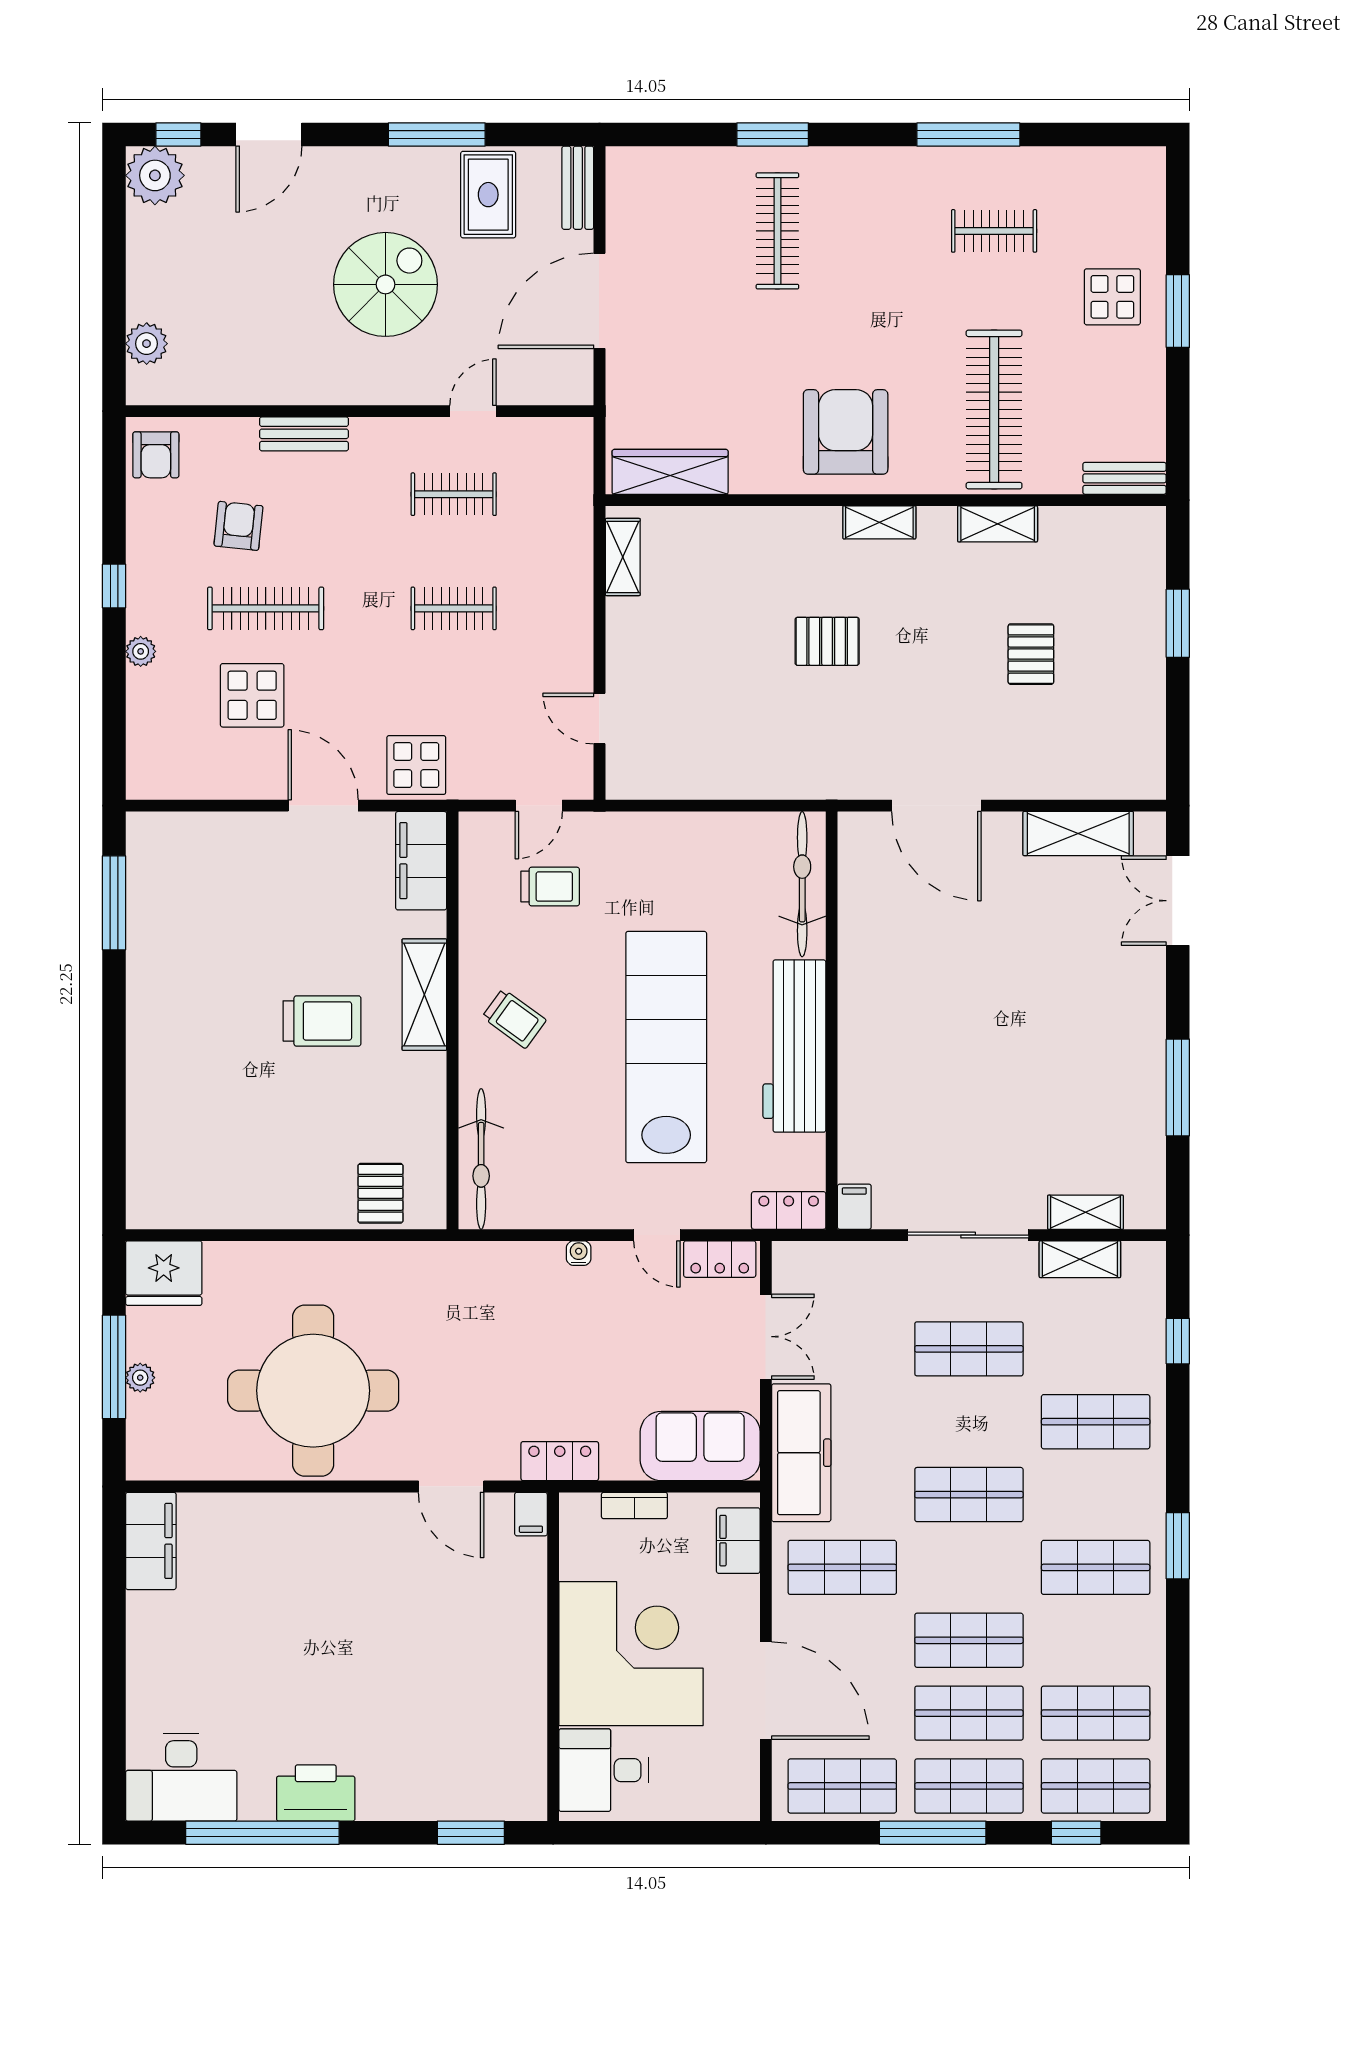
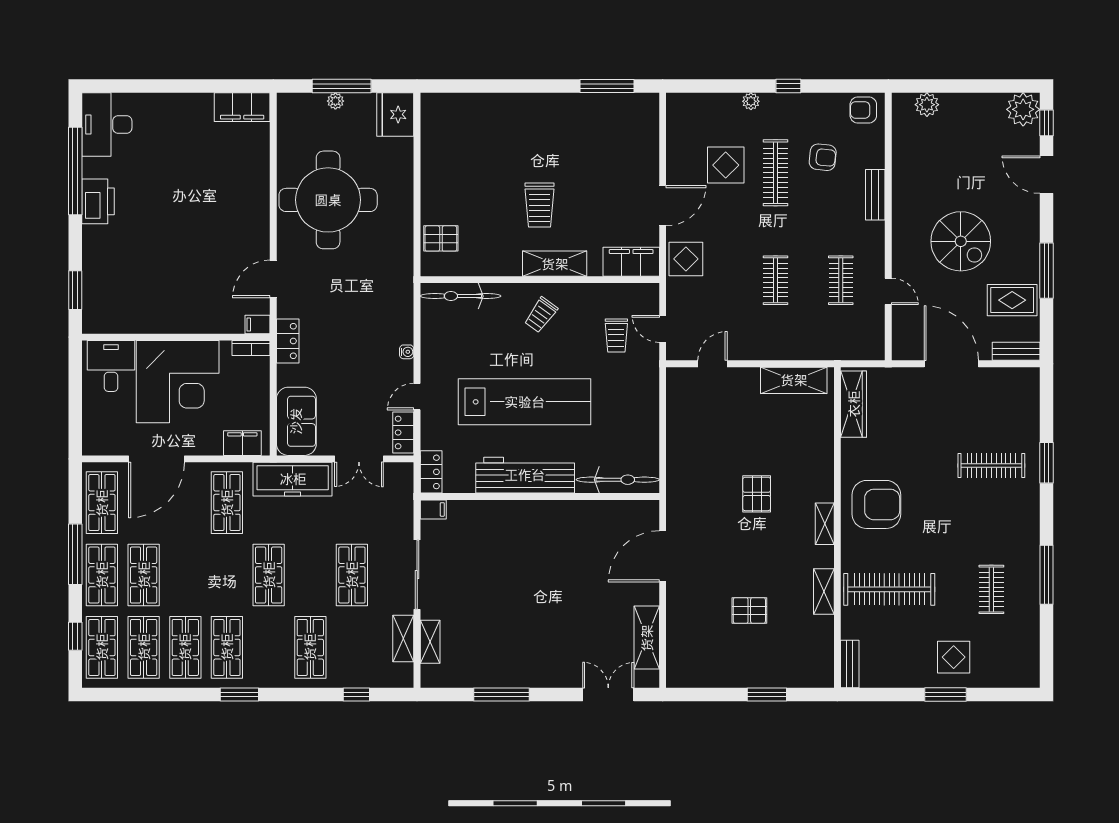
shelving: (623, 557) -> (794, 380), width x1.50, depth x1.33
bookcase: (634, 1505) -> (251, 348), moved, turned -90
shop shelf: (969, 1640) -> (185, 647), moved

